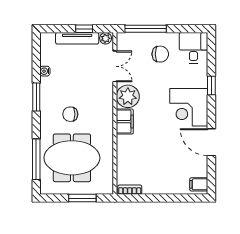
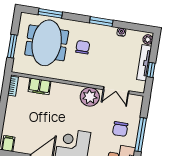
window: (146, 29) -> (141, 135), moved
plant: (106, 38) -> (148, 40), moved
filing cabinet: (125, 122) -> (39, 86), moved
window: (36, 159) -> (50, 13), width x0.69

